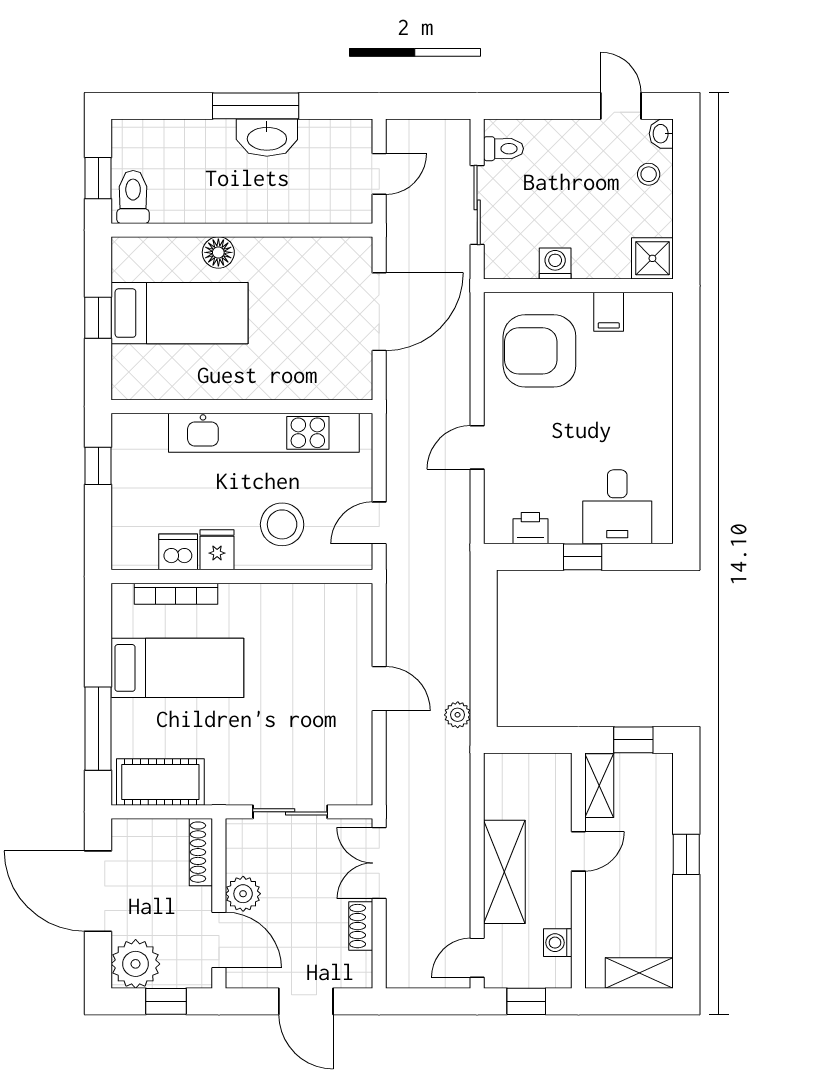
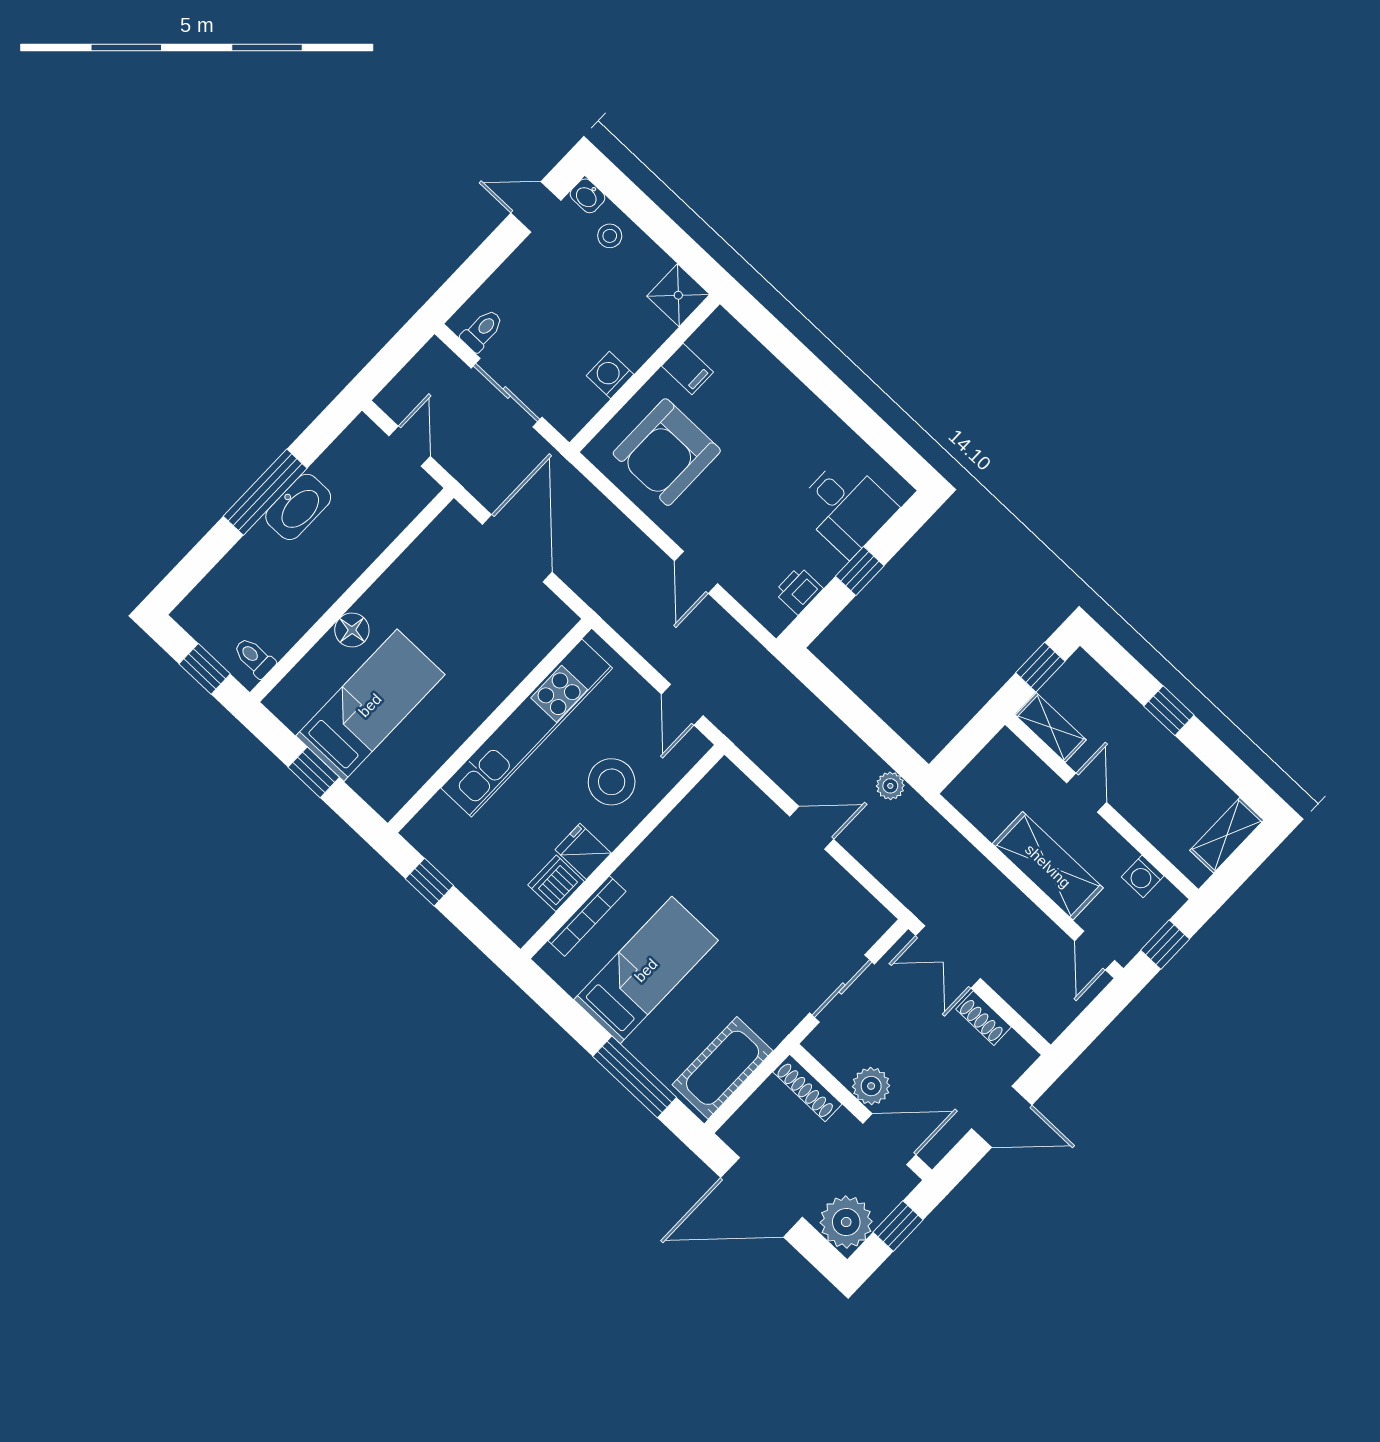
toilet: (133, 197) -> (254, 658), width x0.73, depth x0.72

